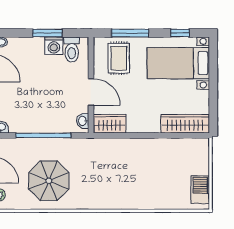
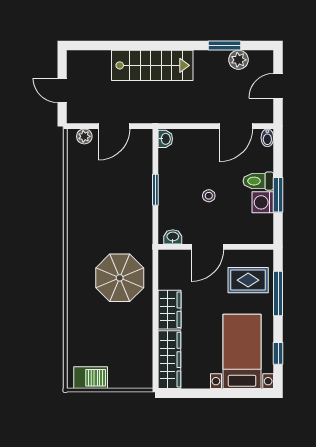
toilet: (72, 50) -> (258, 181), moved
stool: (48, 91) -> (209, 196), added
wardrobe: (110, 124) -> (169, 310), moved
window: (43, 135) -> (155, 190), width x0.47
parasol: (49, 181) -> (120, 278), moved

